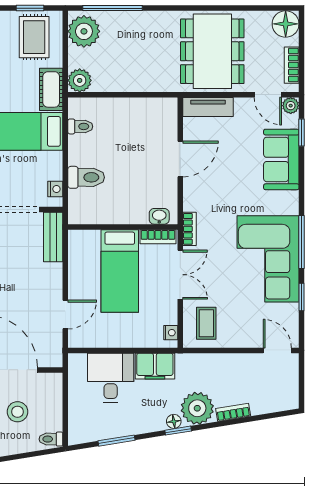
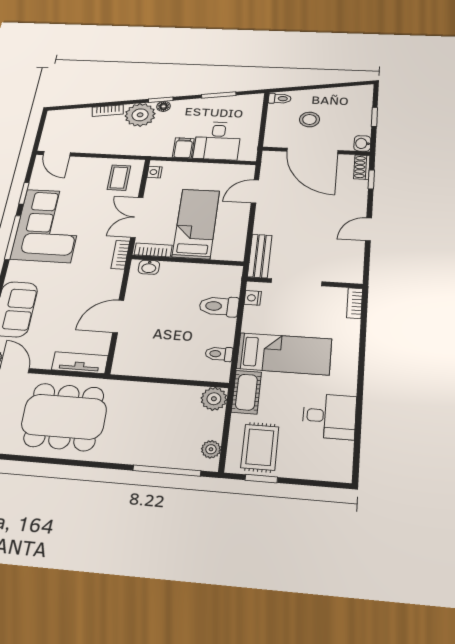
plant: (84, 31) -> (211, 449), width x0.53, depth x0.53
dining table: (212, 51) -> (64, 417), turned 90
filing cabinet: (155, 366) -> (183, 148), width x0.50

